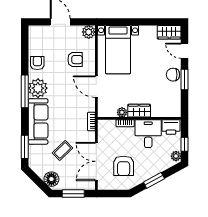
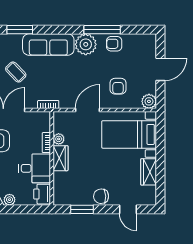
wardrobe: (169, 32) -> (149, 172), moved
door: (185, 51) -> (128, 209), swing flipped
armchair: (37, 63) -> (114, 44), turned 180
chair: (173, 75) -> (101, 196), turned -92
window: (185, 80) -> (82, 209), moved
window: (25, 91) -> (102, 30), moved
window: (185, 144) -> (23, 209), removed

